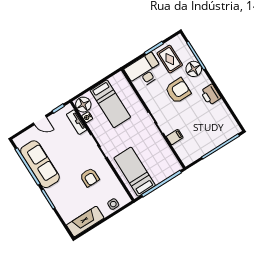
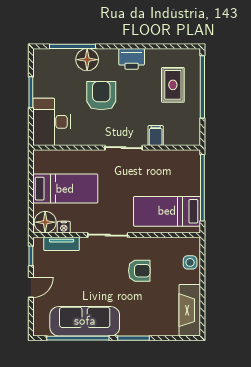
rug: (170, 59) -> (173, 85), moved, turned 90

